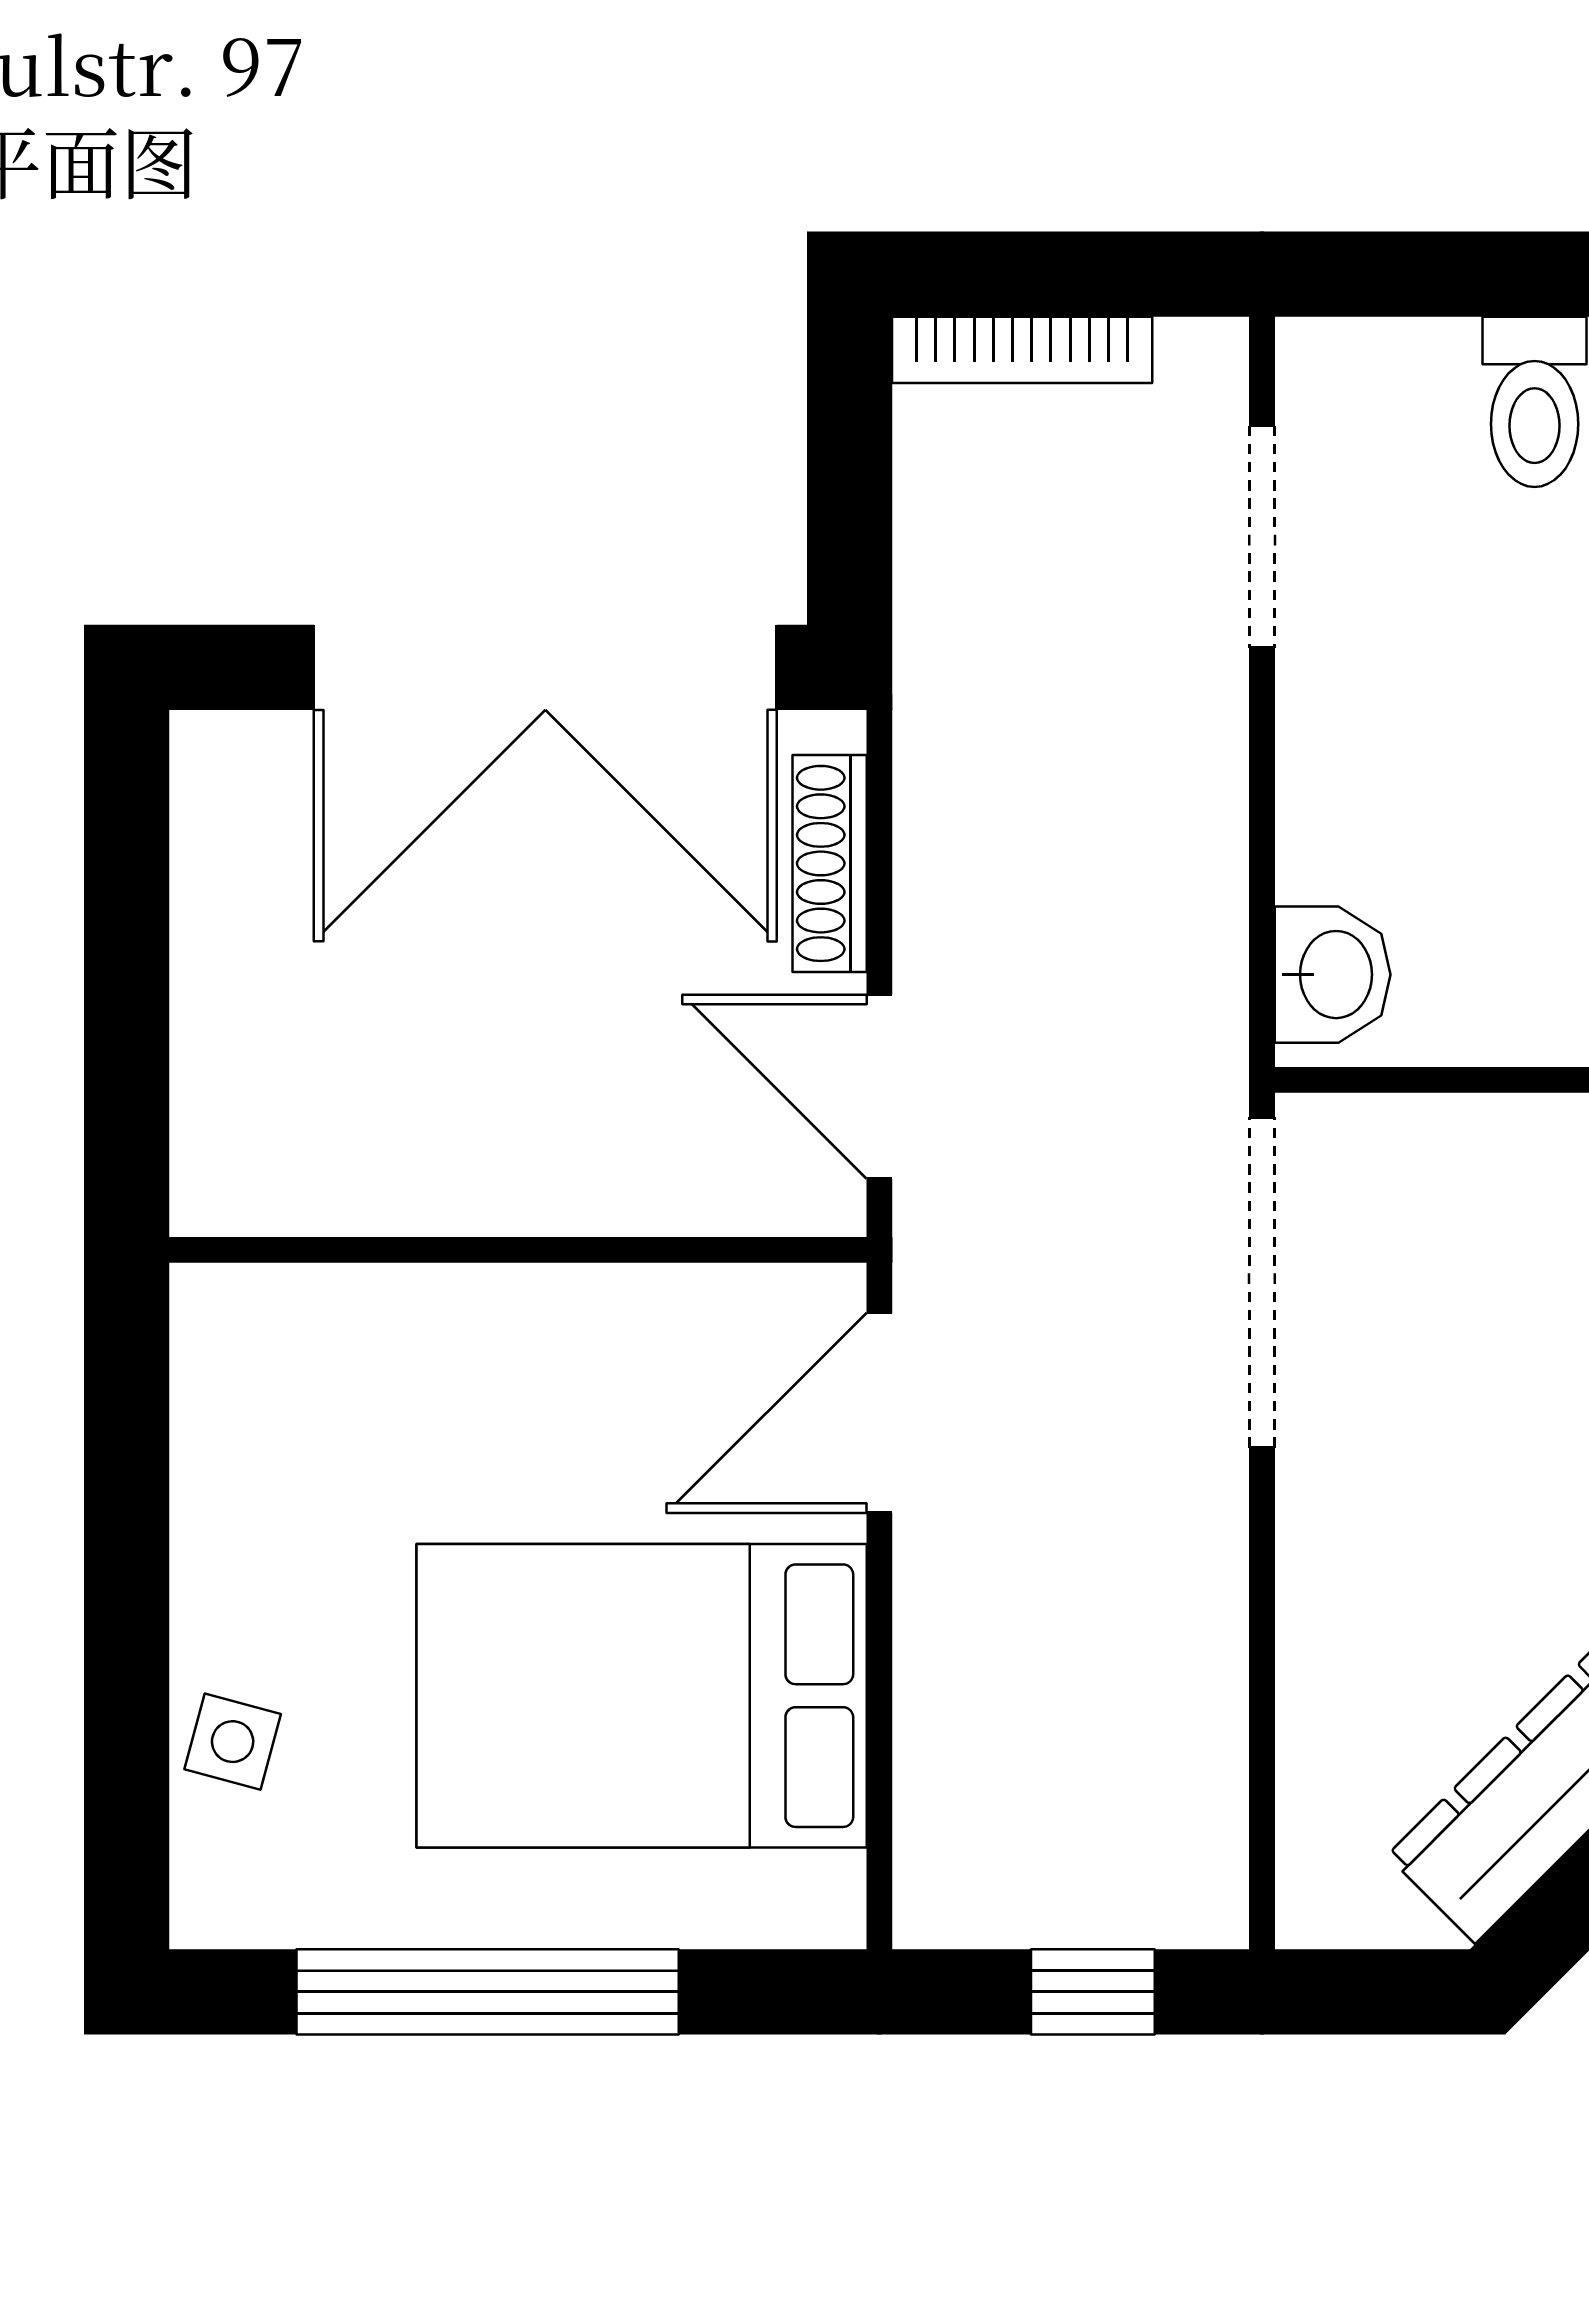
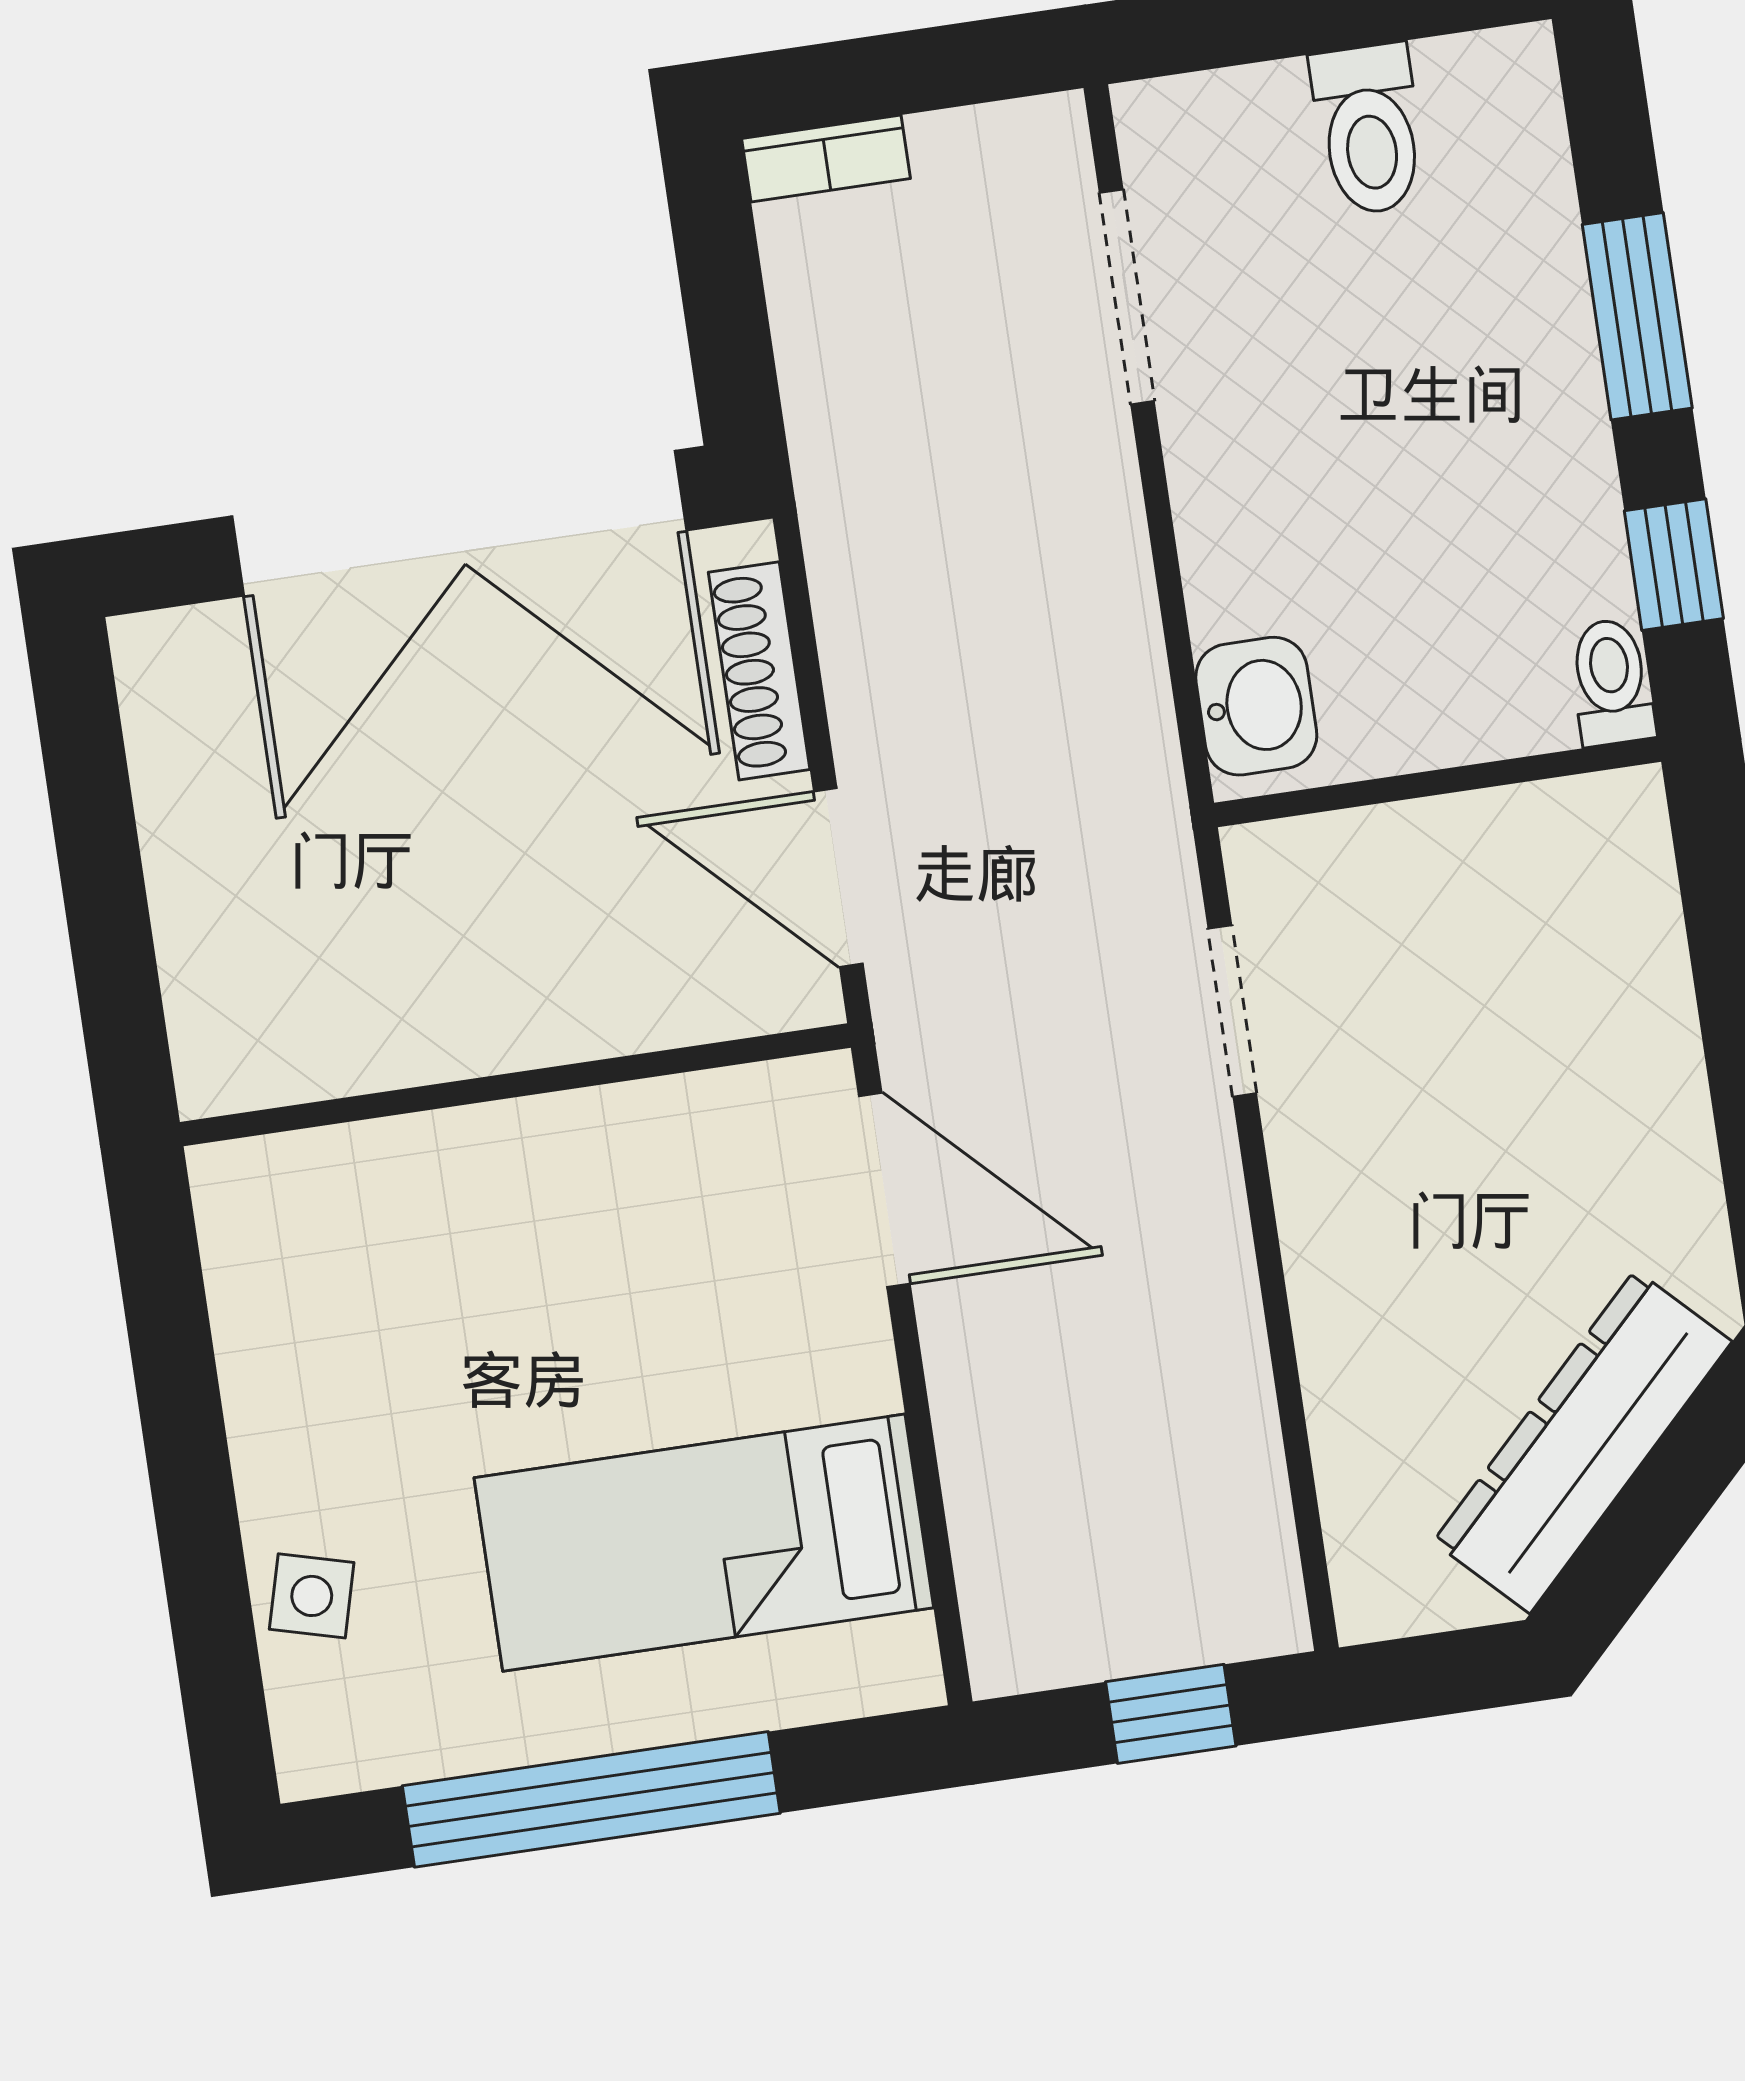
bookcase: (1022, 350) -> (826, 159), width x0.64
doorway: (1262, 1282) -> (1232, 1011), width x0.53
door: (879, 1413) -> (884, 1190), swing flipped
bed: (642, 1696) -> (704, 1543), width x0.67

